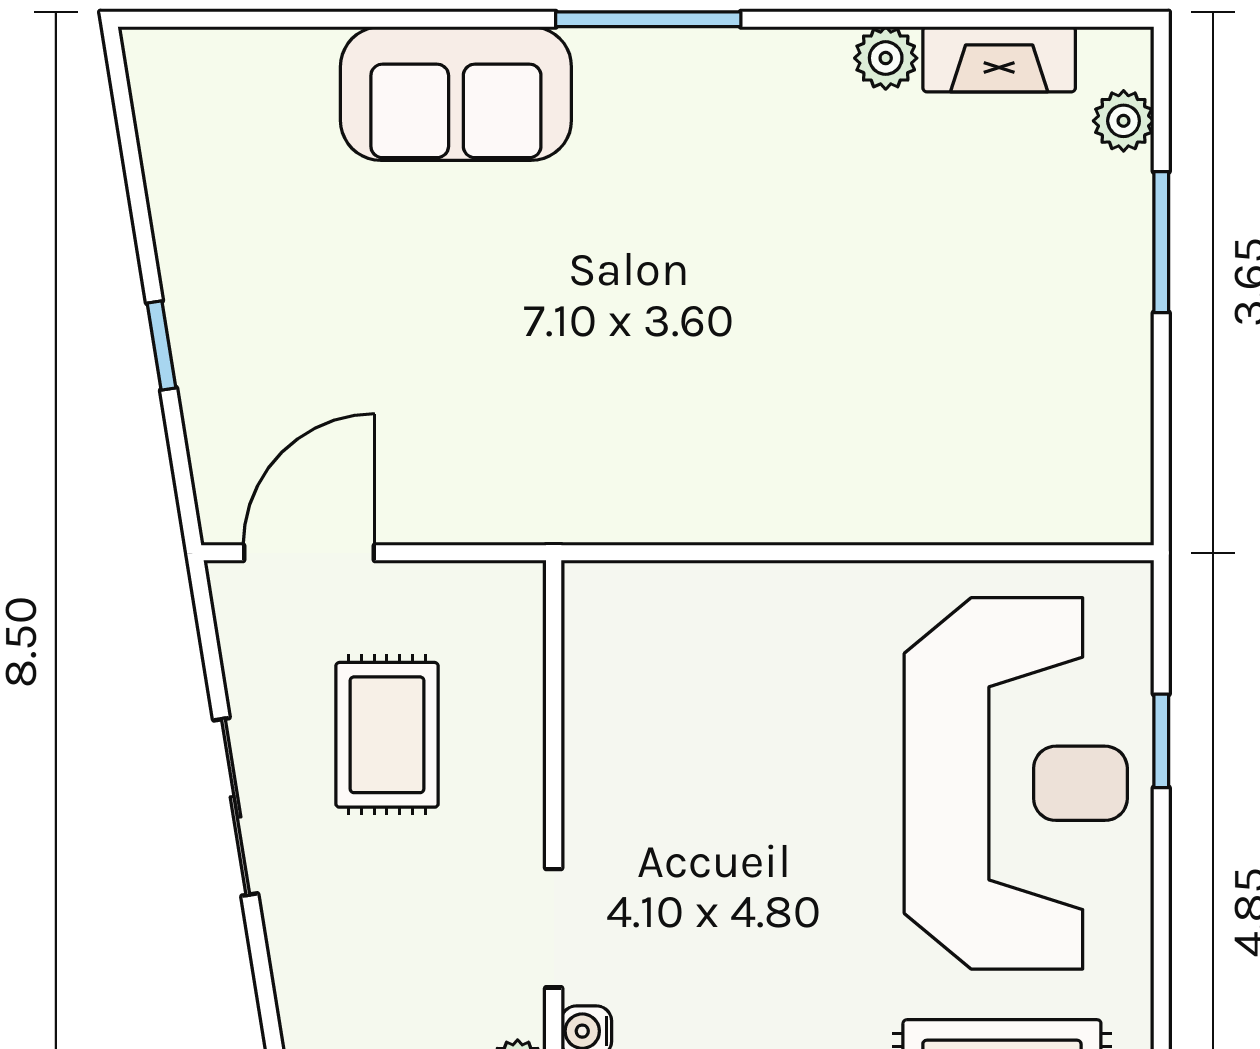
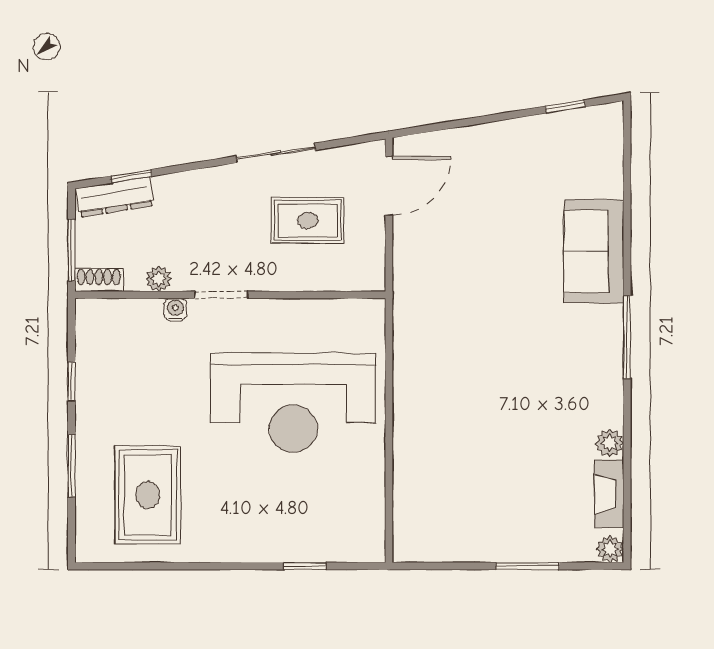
plant: (1124, 121) -> (610, 549), moved
window: (161, 345) -> (565, 106), moved
door: (309, 553) -> (389, 186), hinge flipped
reception desk: (1016, 783) -> (293, 403), moved

